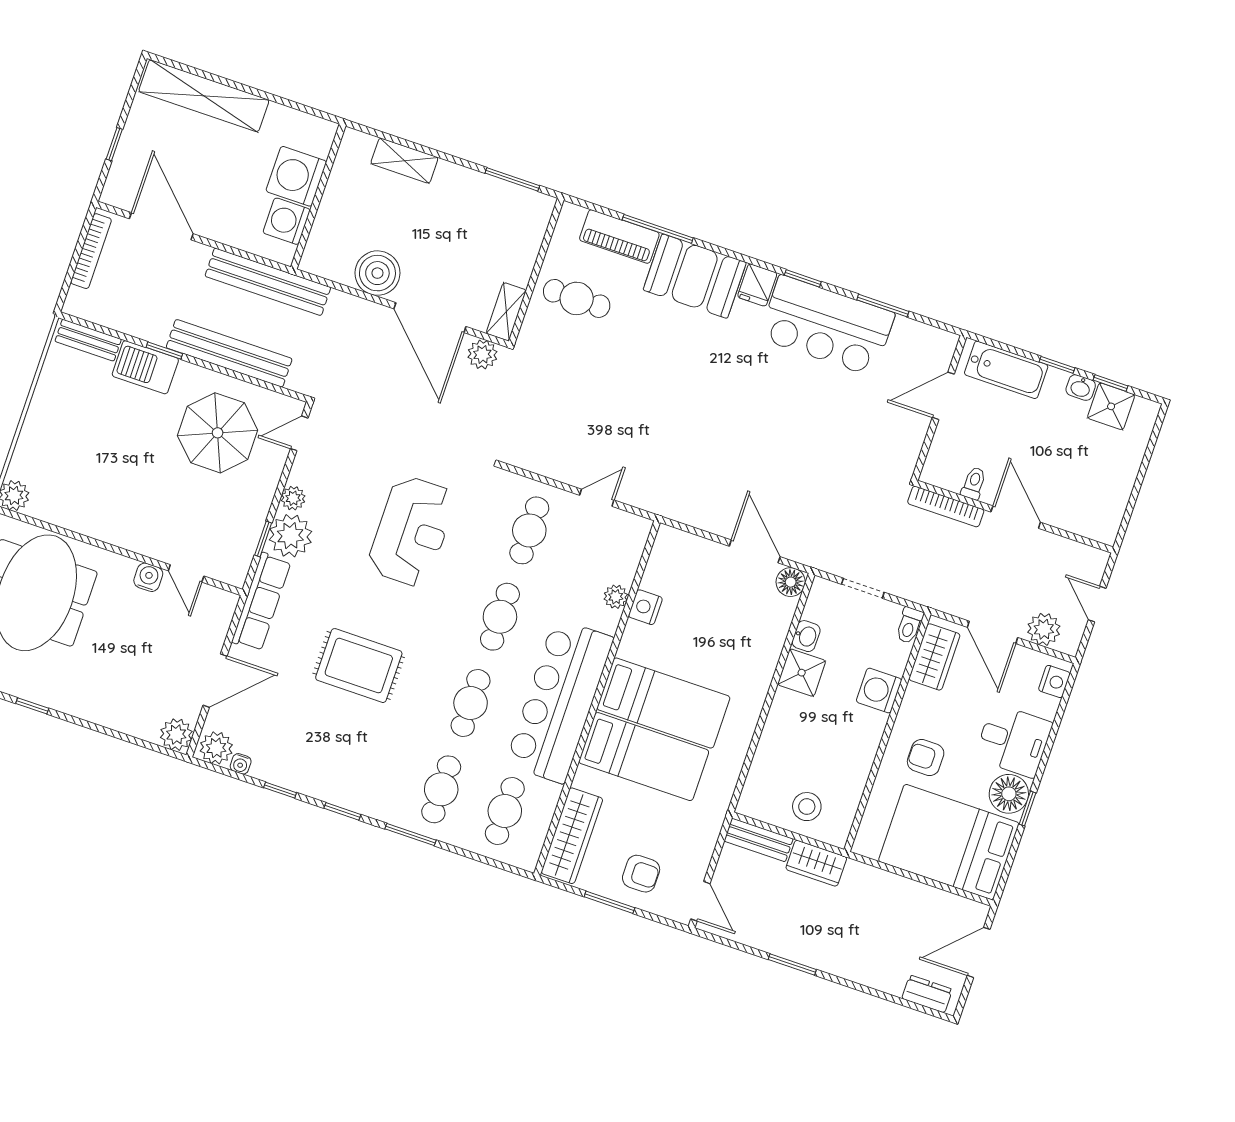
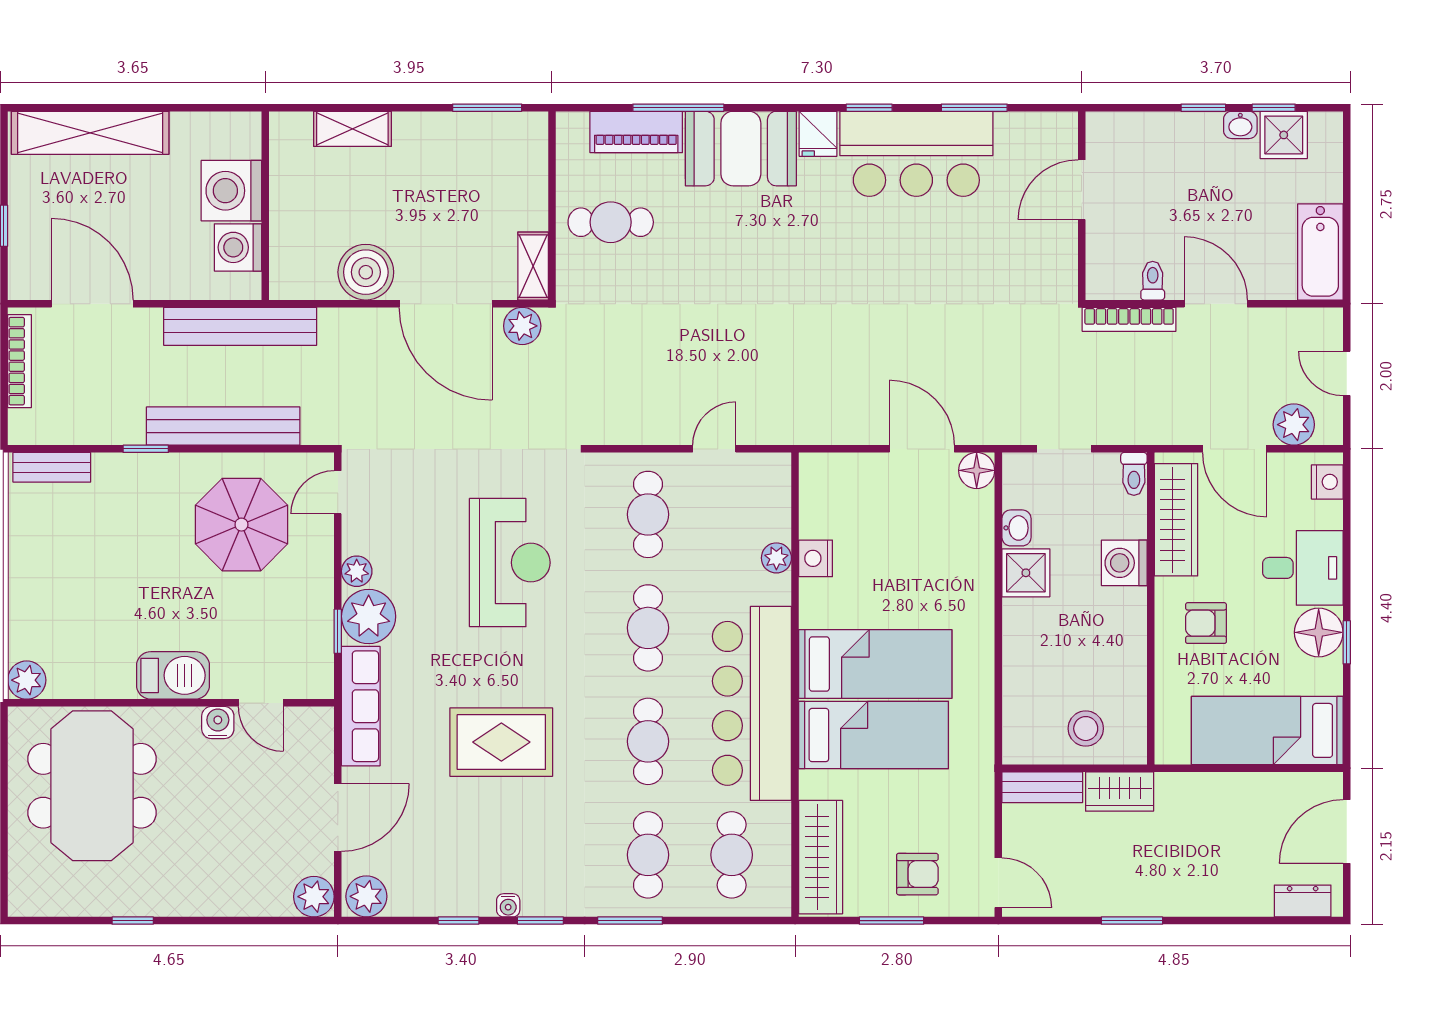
barbecue: (145, 367) -> (173, 675), moved, turned 180
bathtub: (1006, 370) -> (1320, 252), moved, turned 90
wardrobe: (934, 657) -> (1176, 520), width x1.50
water cooler: (241, 764) -> (508, 905), moved
bed: (949, 842) -> (1267, 730), width x0.67

